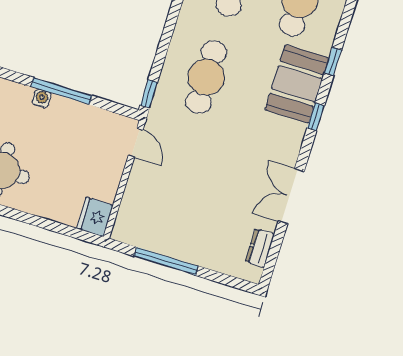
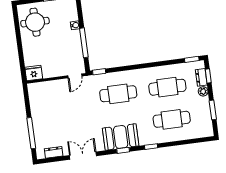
booth: (297, 84) -> (121, 137), moved
window: (61, 91) -> (84, 43), moved
window: (166, 261) -> (31, 133), moved

